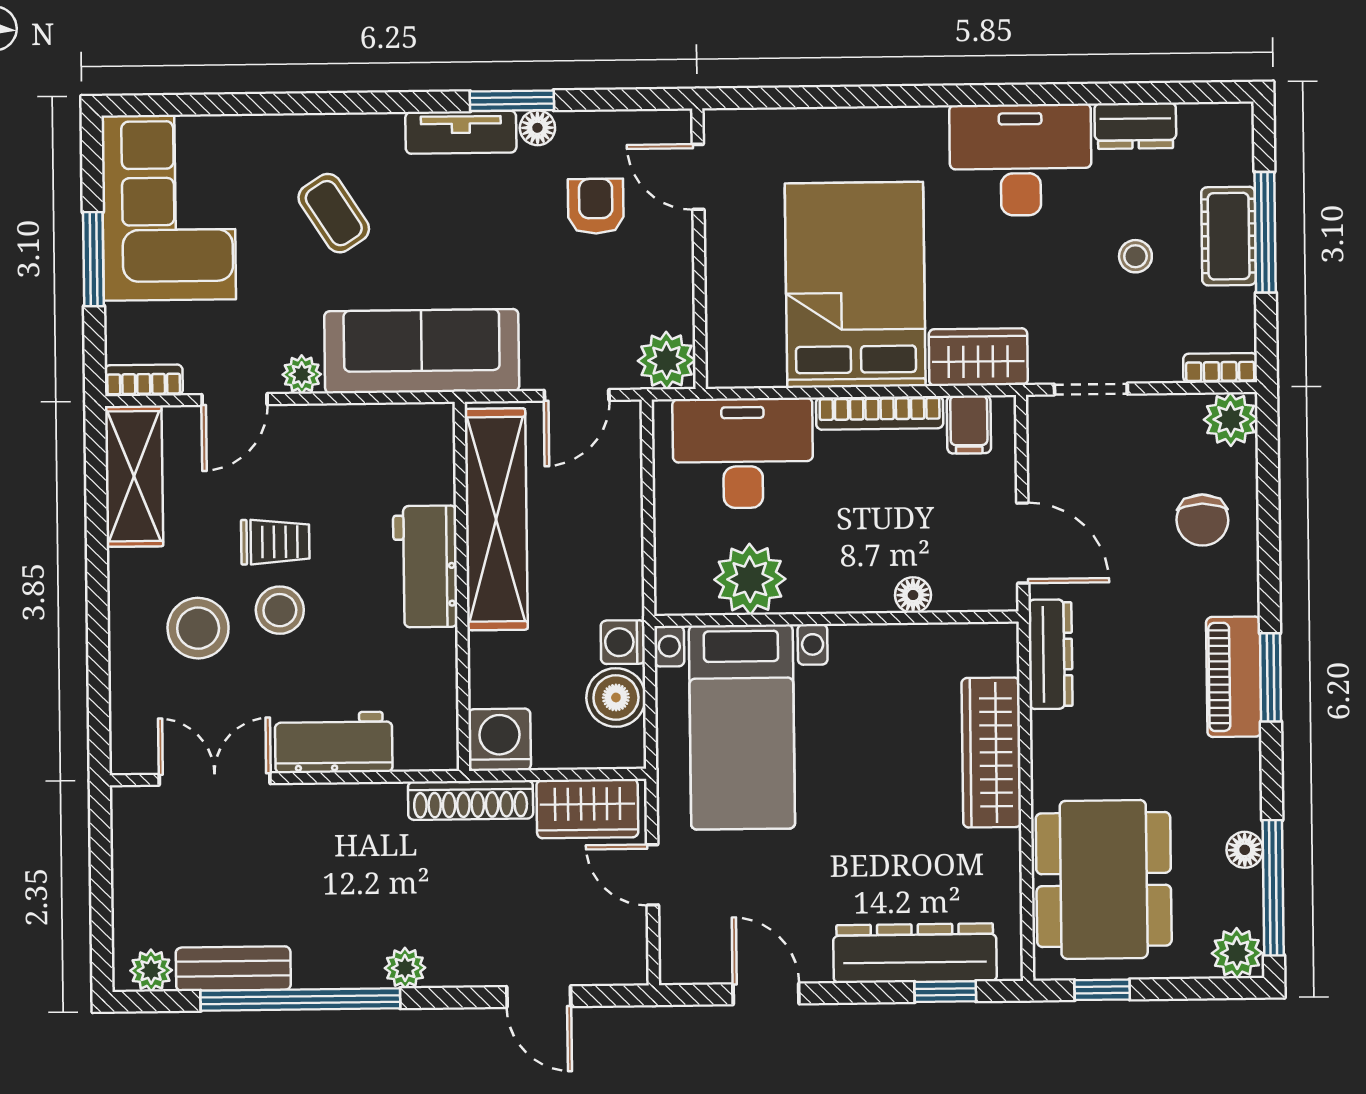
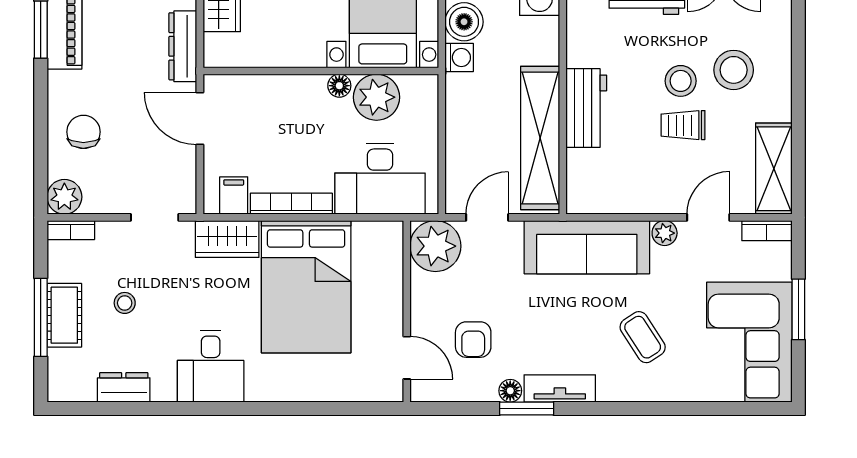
desk: (1021, 160) -> (211, 366), width x0.73
plant: (667, 360) -> (435, 246), width x1.36, depth x1.36
floor lamp: (913, 595) -> (339, 86), moved

